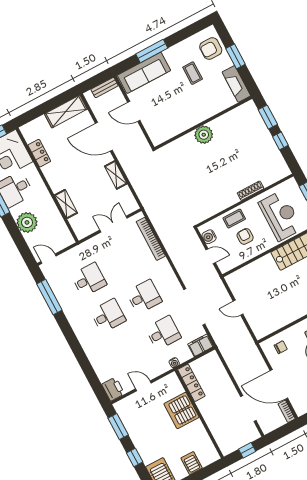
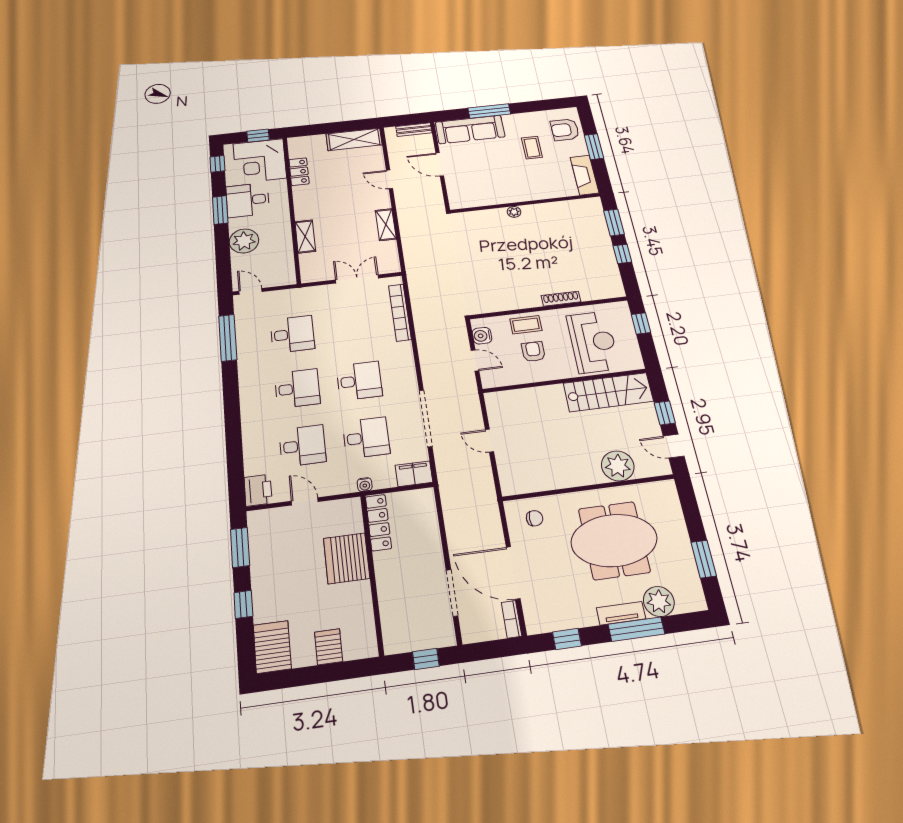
plant: (204, 135) -> (514, 212), width x0.53, depth x0.53
door: (104, 137) -> (389, 179), width x0.53
desk: (127, 352) -> (302, 446), added

